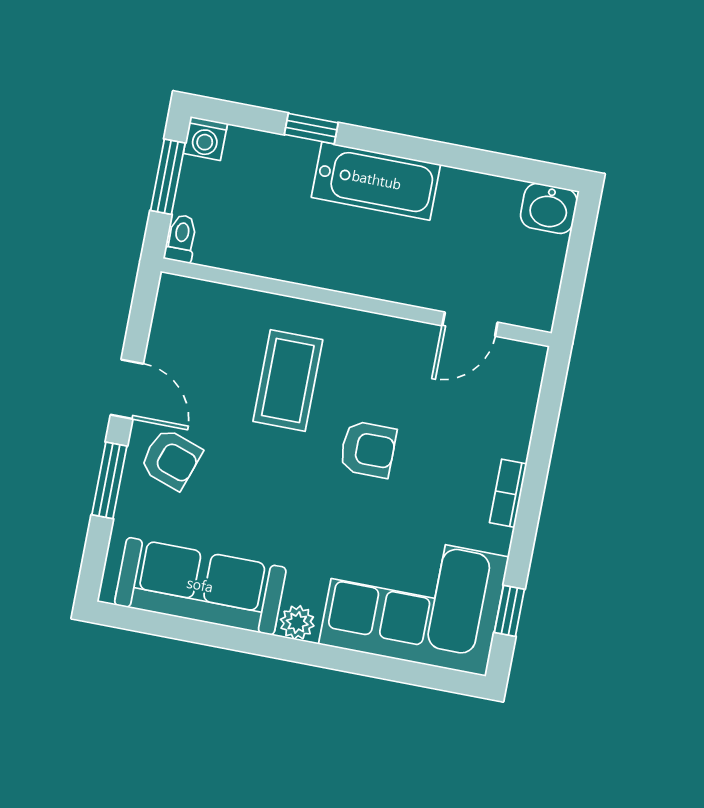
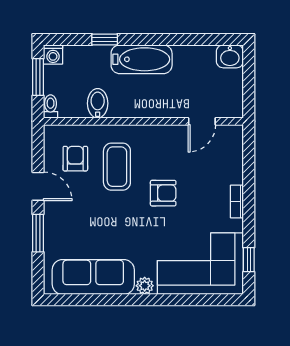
bidet: (274, 250) -> (98, 103), added
armchair: (171, 459) -> (75, 159), moved, turned -109

